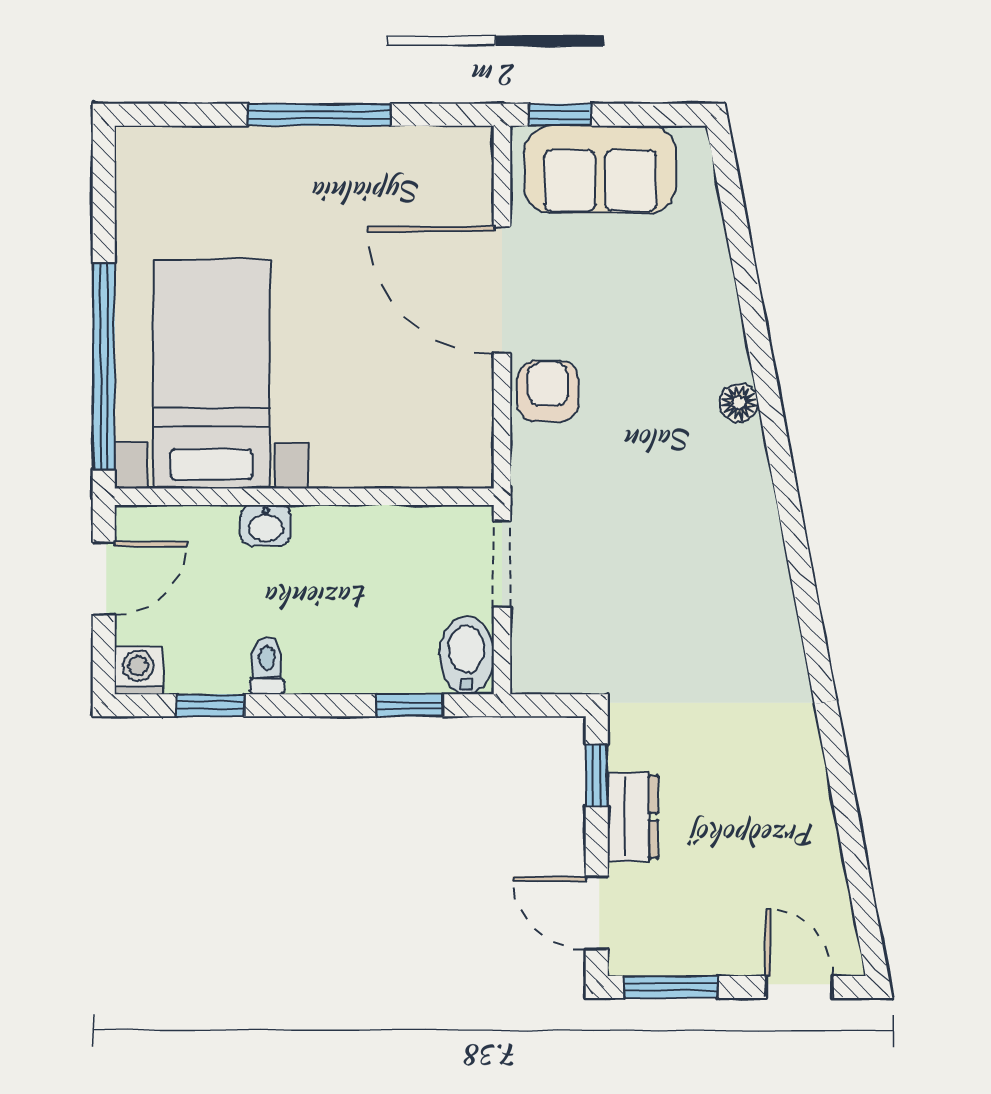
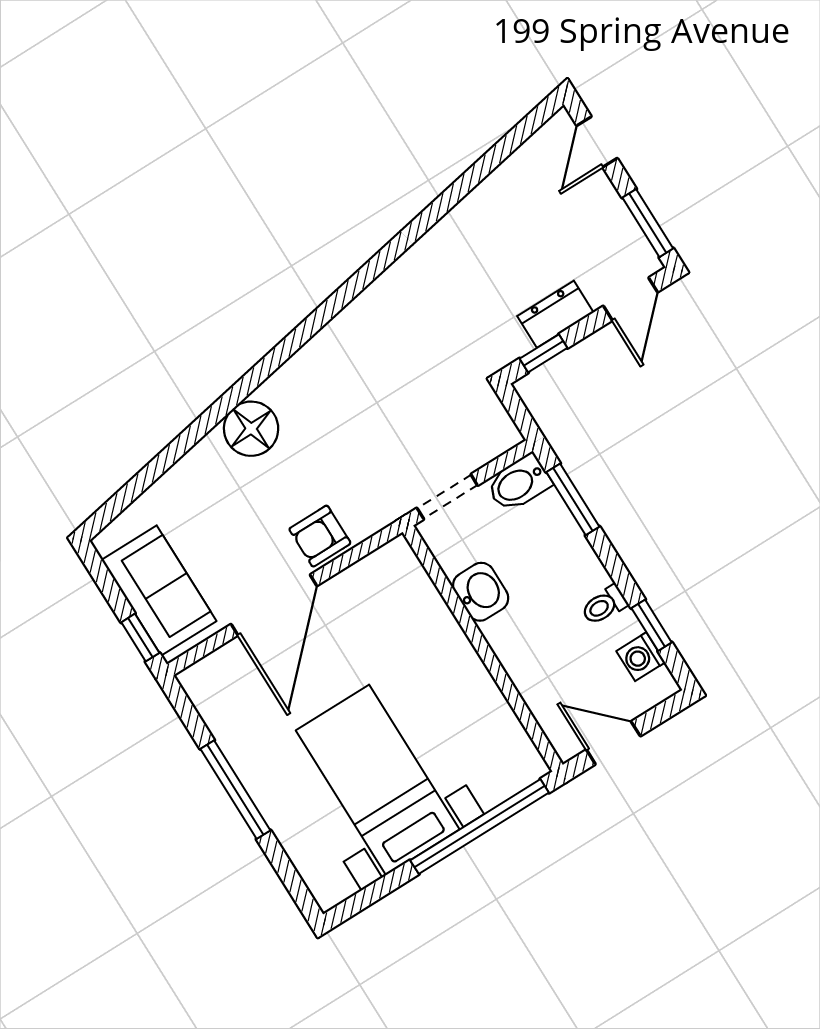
bed with nightstands: (211, 374) -> (378, 780), moved, turned 90
floor lamp: (739, 403) -> (251, 429), width x1.89, depth x1.89
washbasin: (266, 525) -> (481, 592), moved, width x1.38, depth x1.45
washing machine: (138, 671) -> (641, 657), moved
window: (410, 705) -> (573, 499), width x1.50

